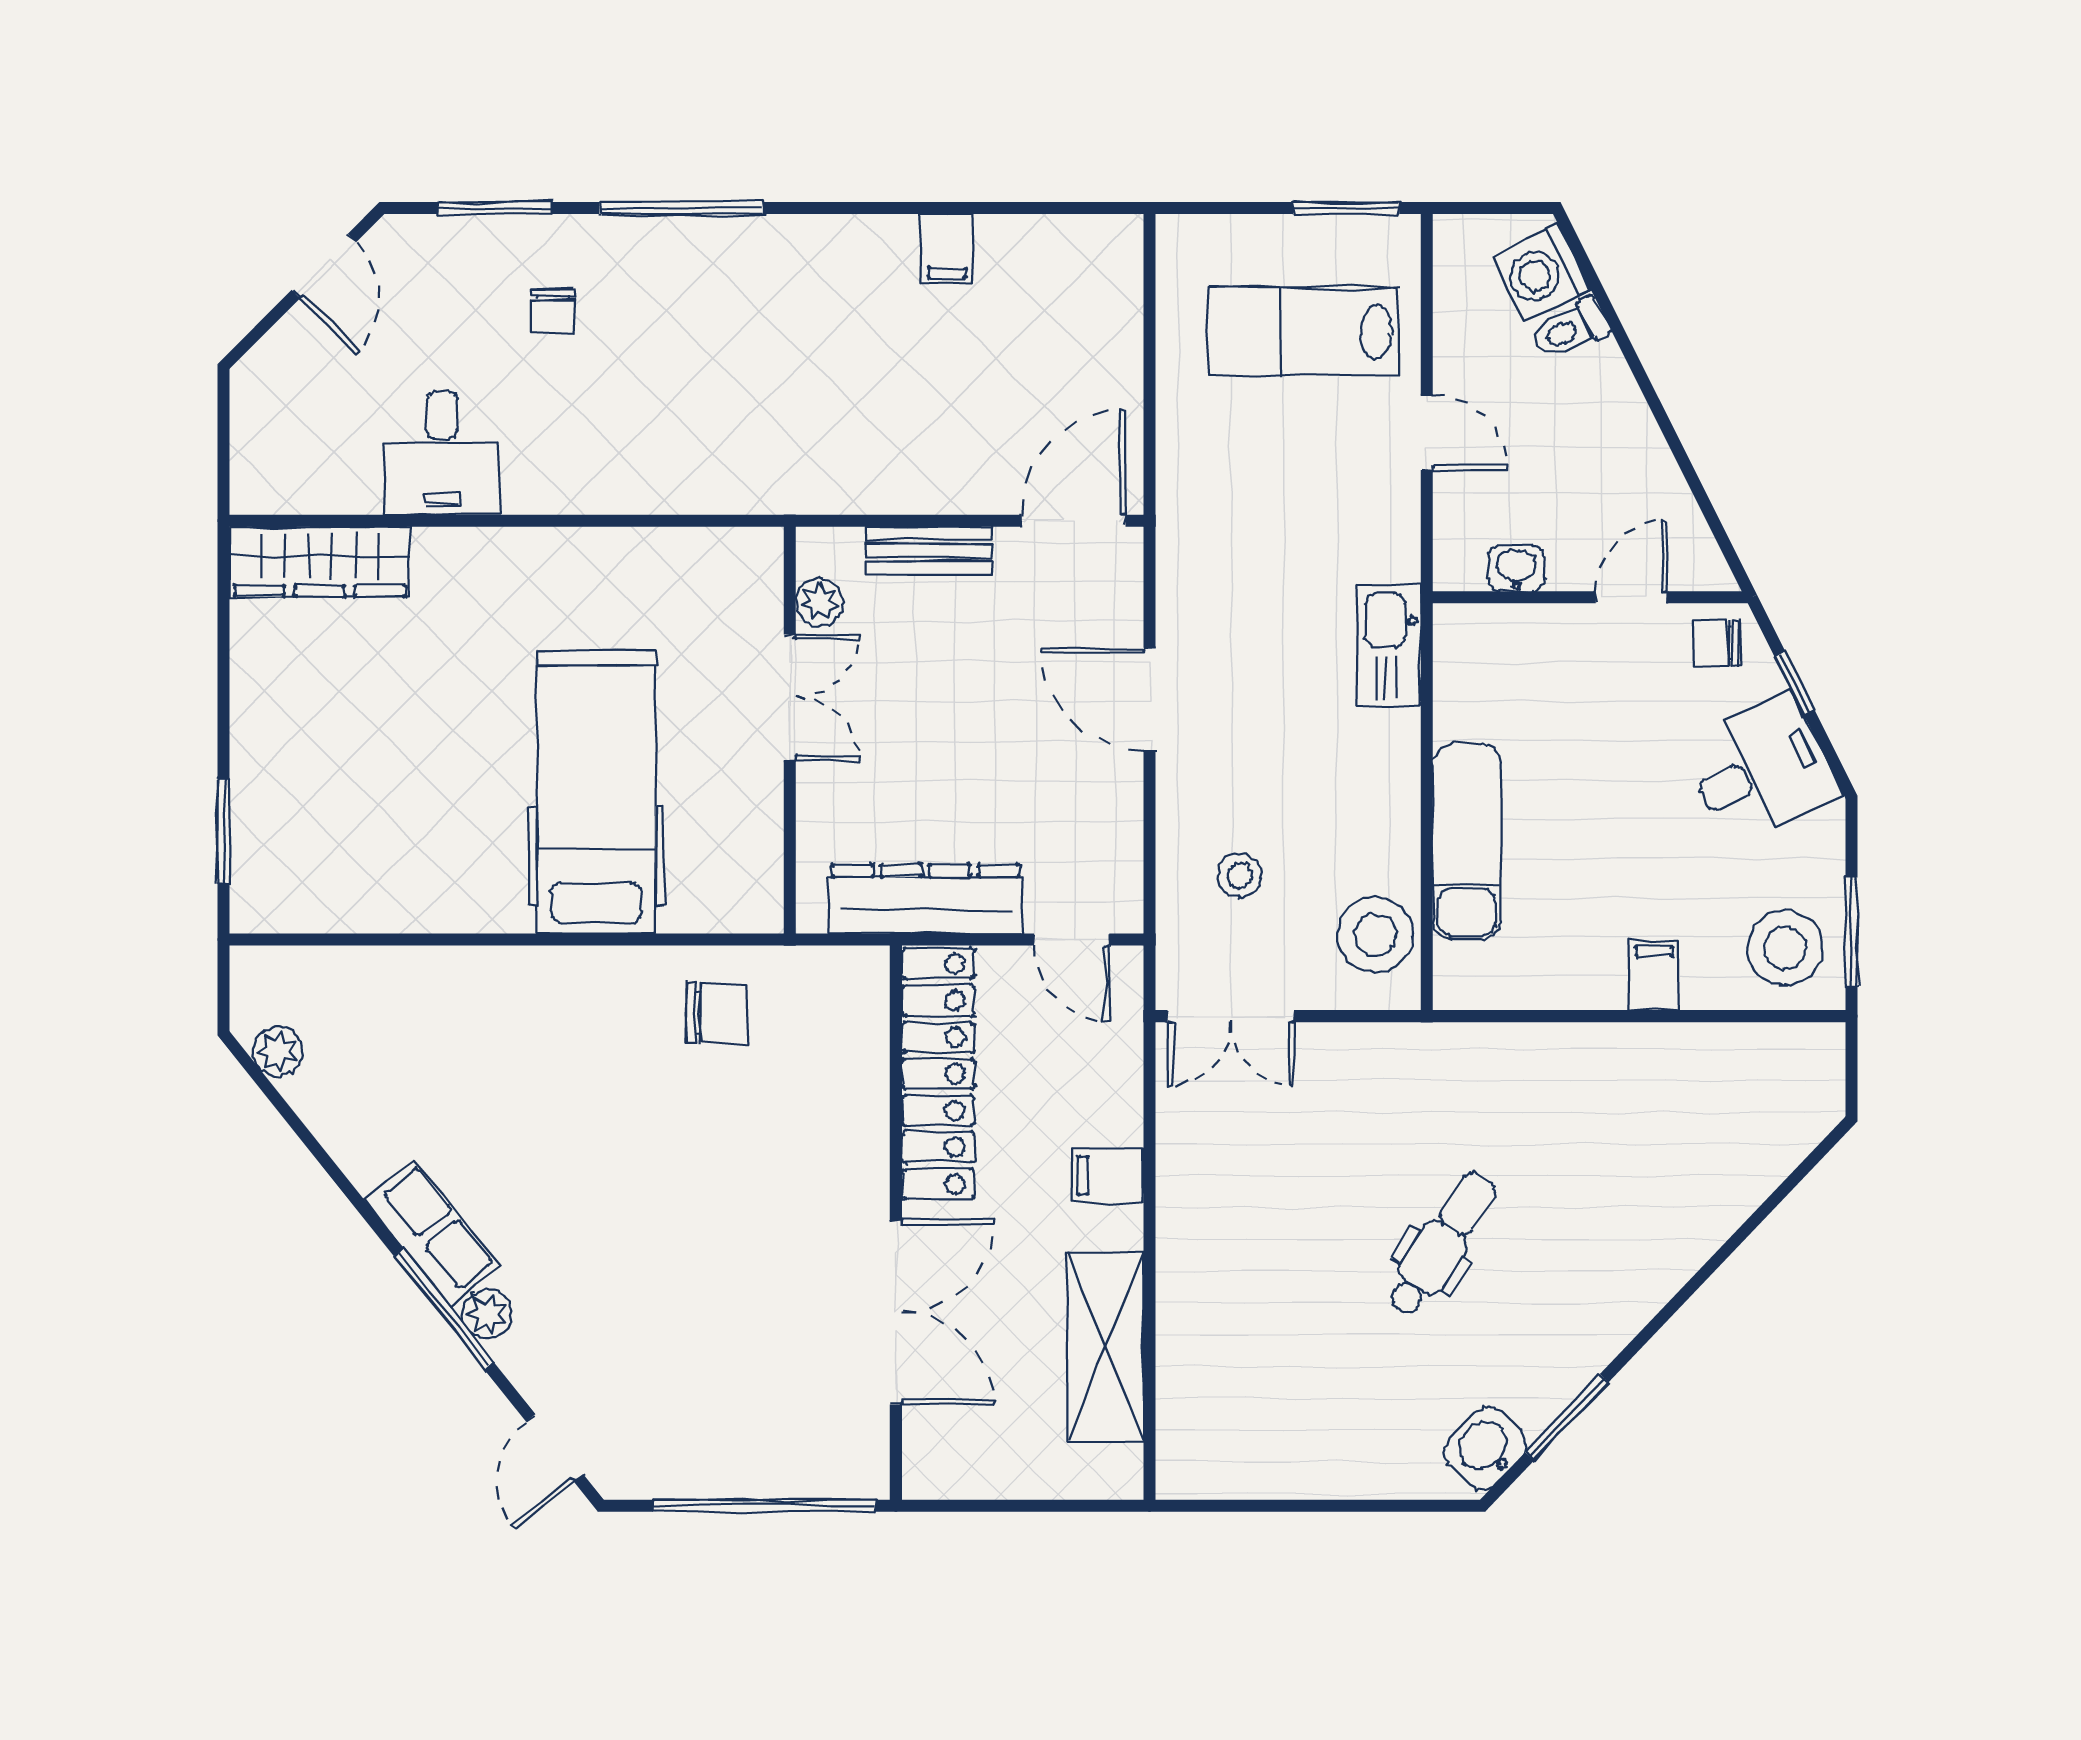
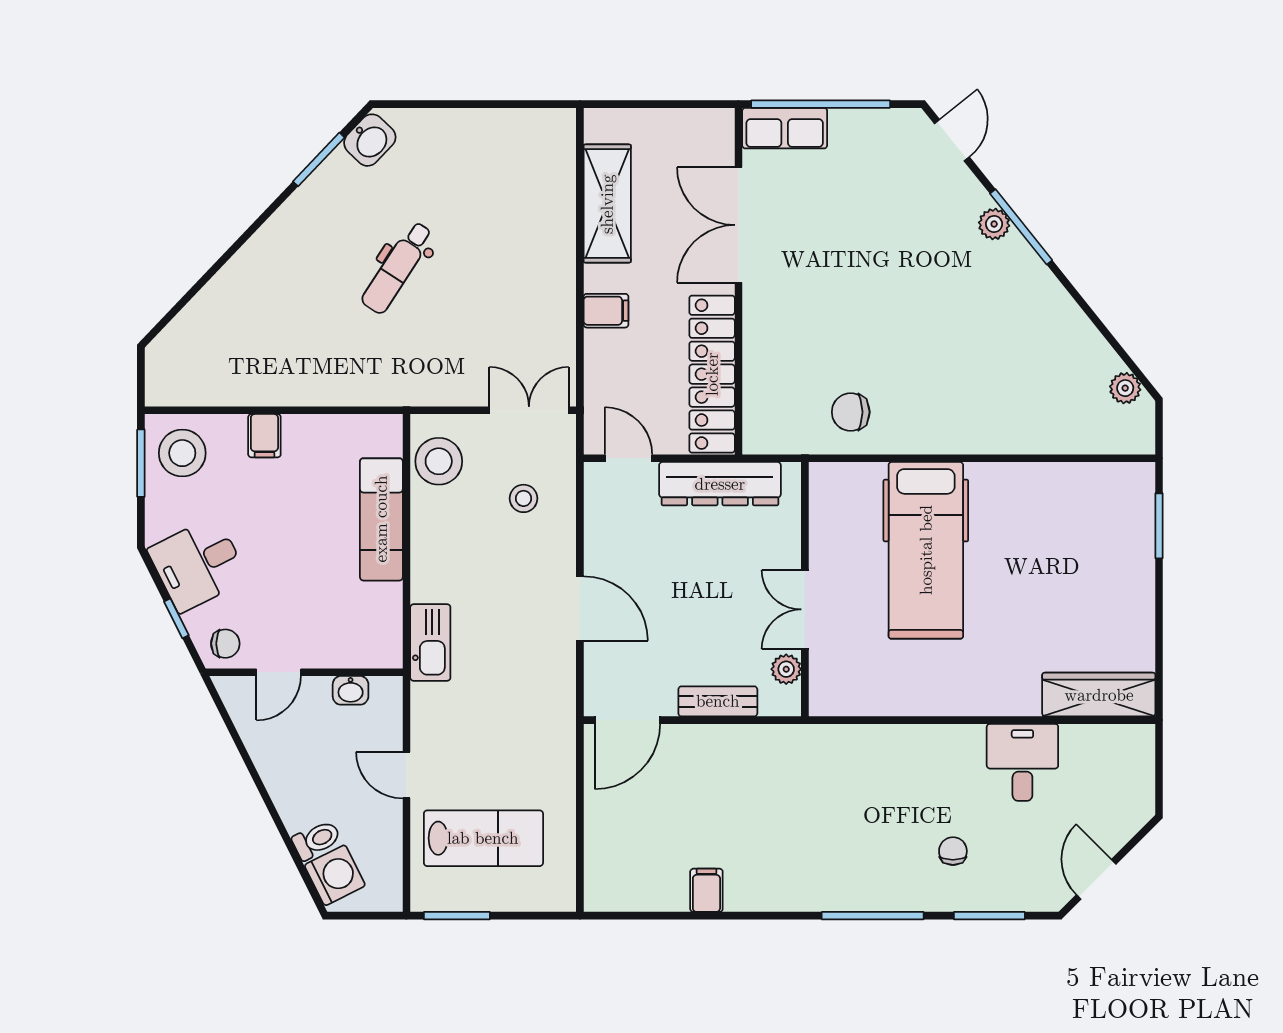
row of seats: (432, 1233) -> (785, 128), moved, turned -51

